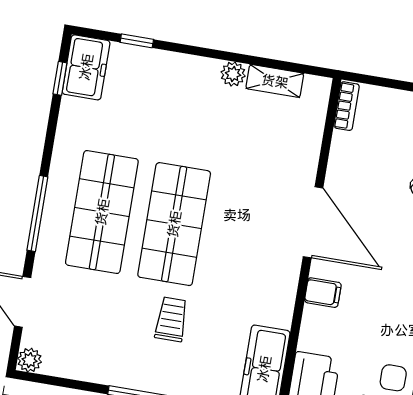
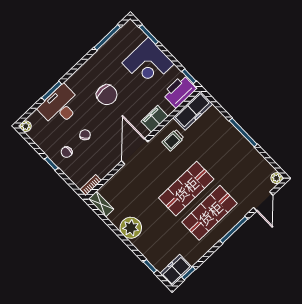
plant: (233, 74) -> (131, 228), width x1.88, depth x1.88
shelving: (275, 81) -> (101, 204), moved
filing cabinet: (323, 293) -> (155, 119), width x2.00
trolley: (171, 319) -> (173, 140), moved

